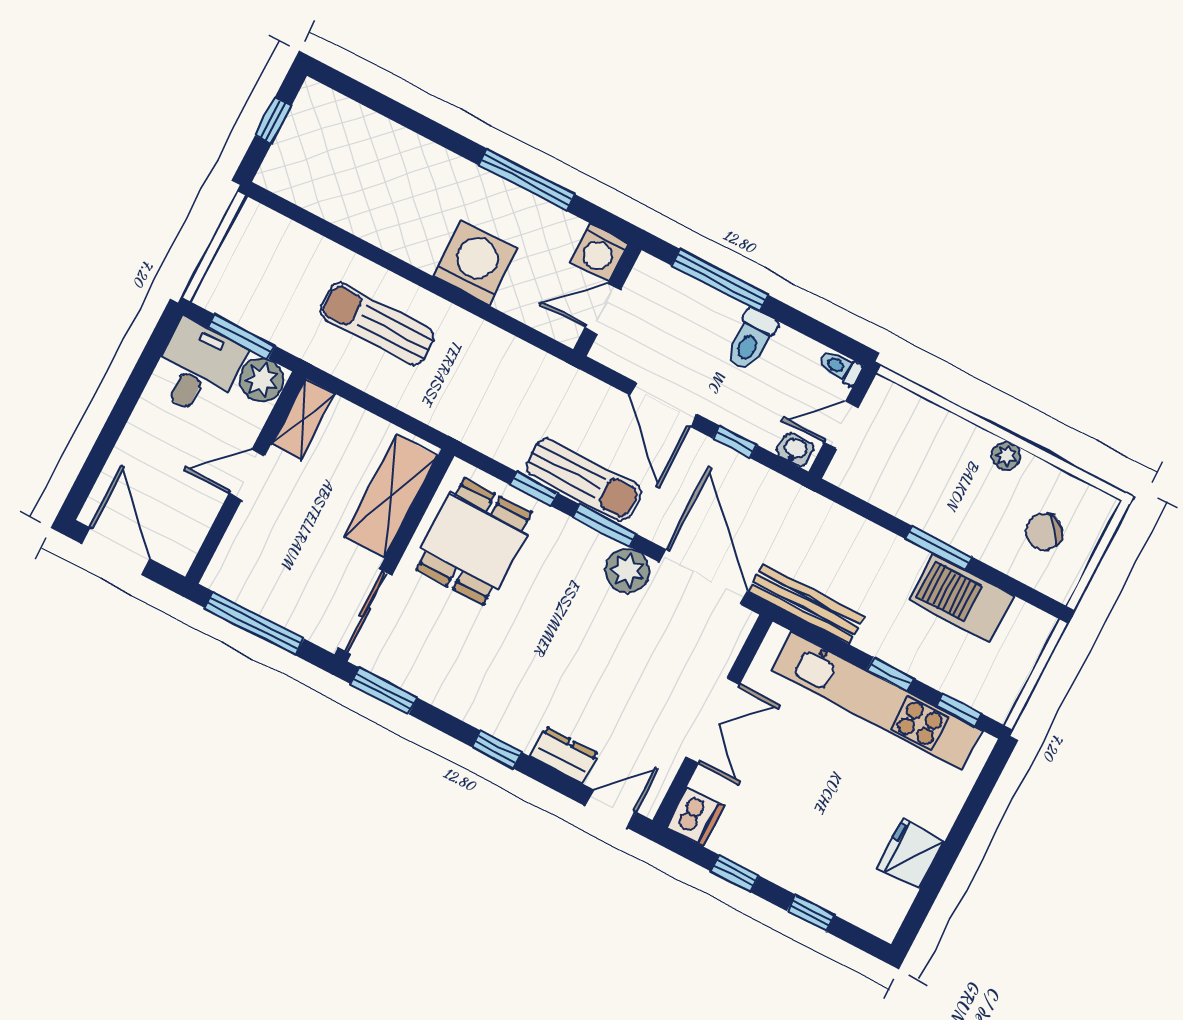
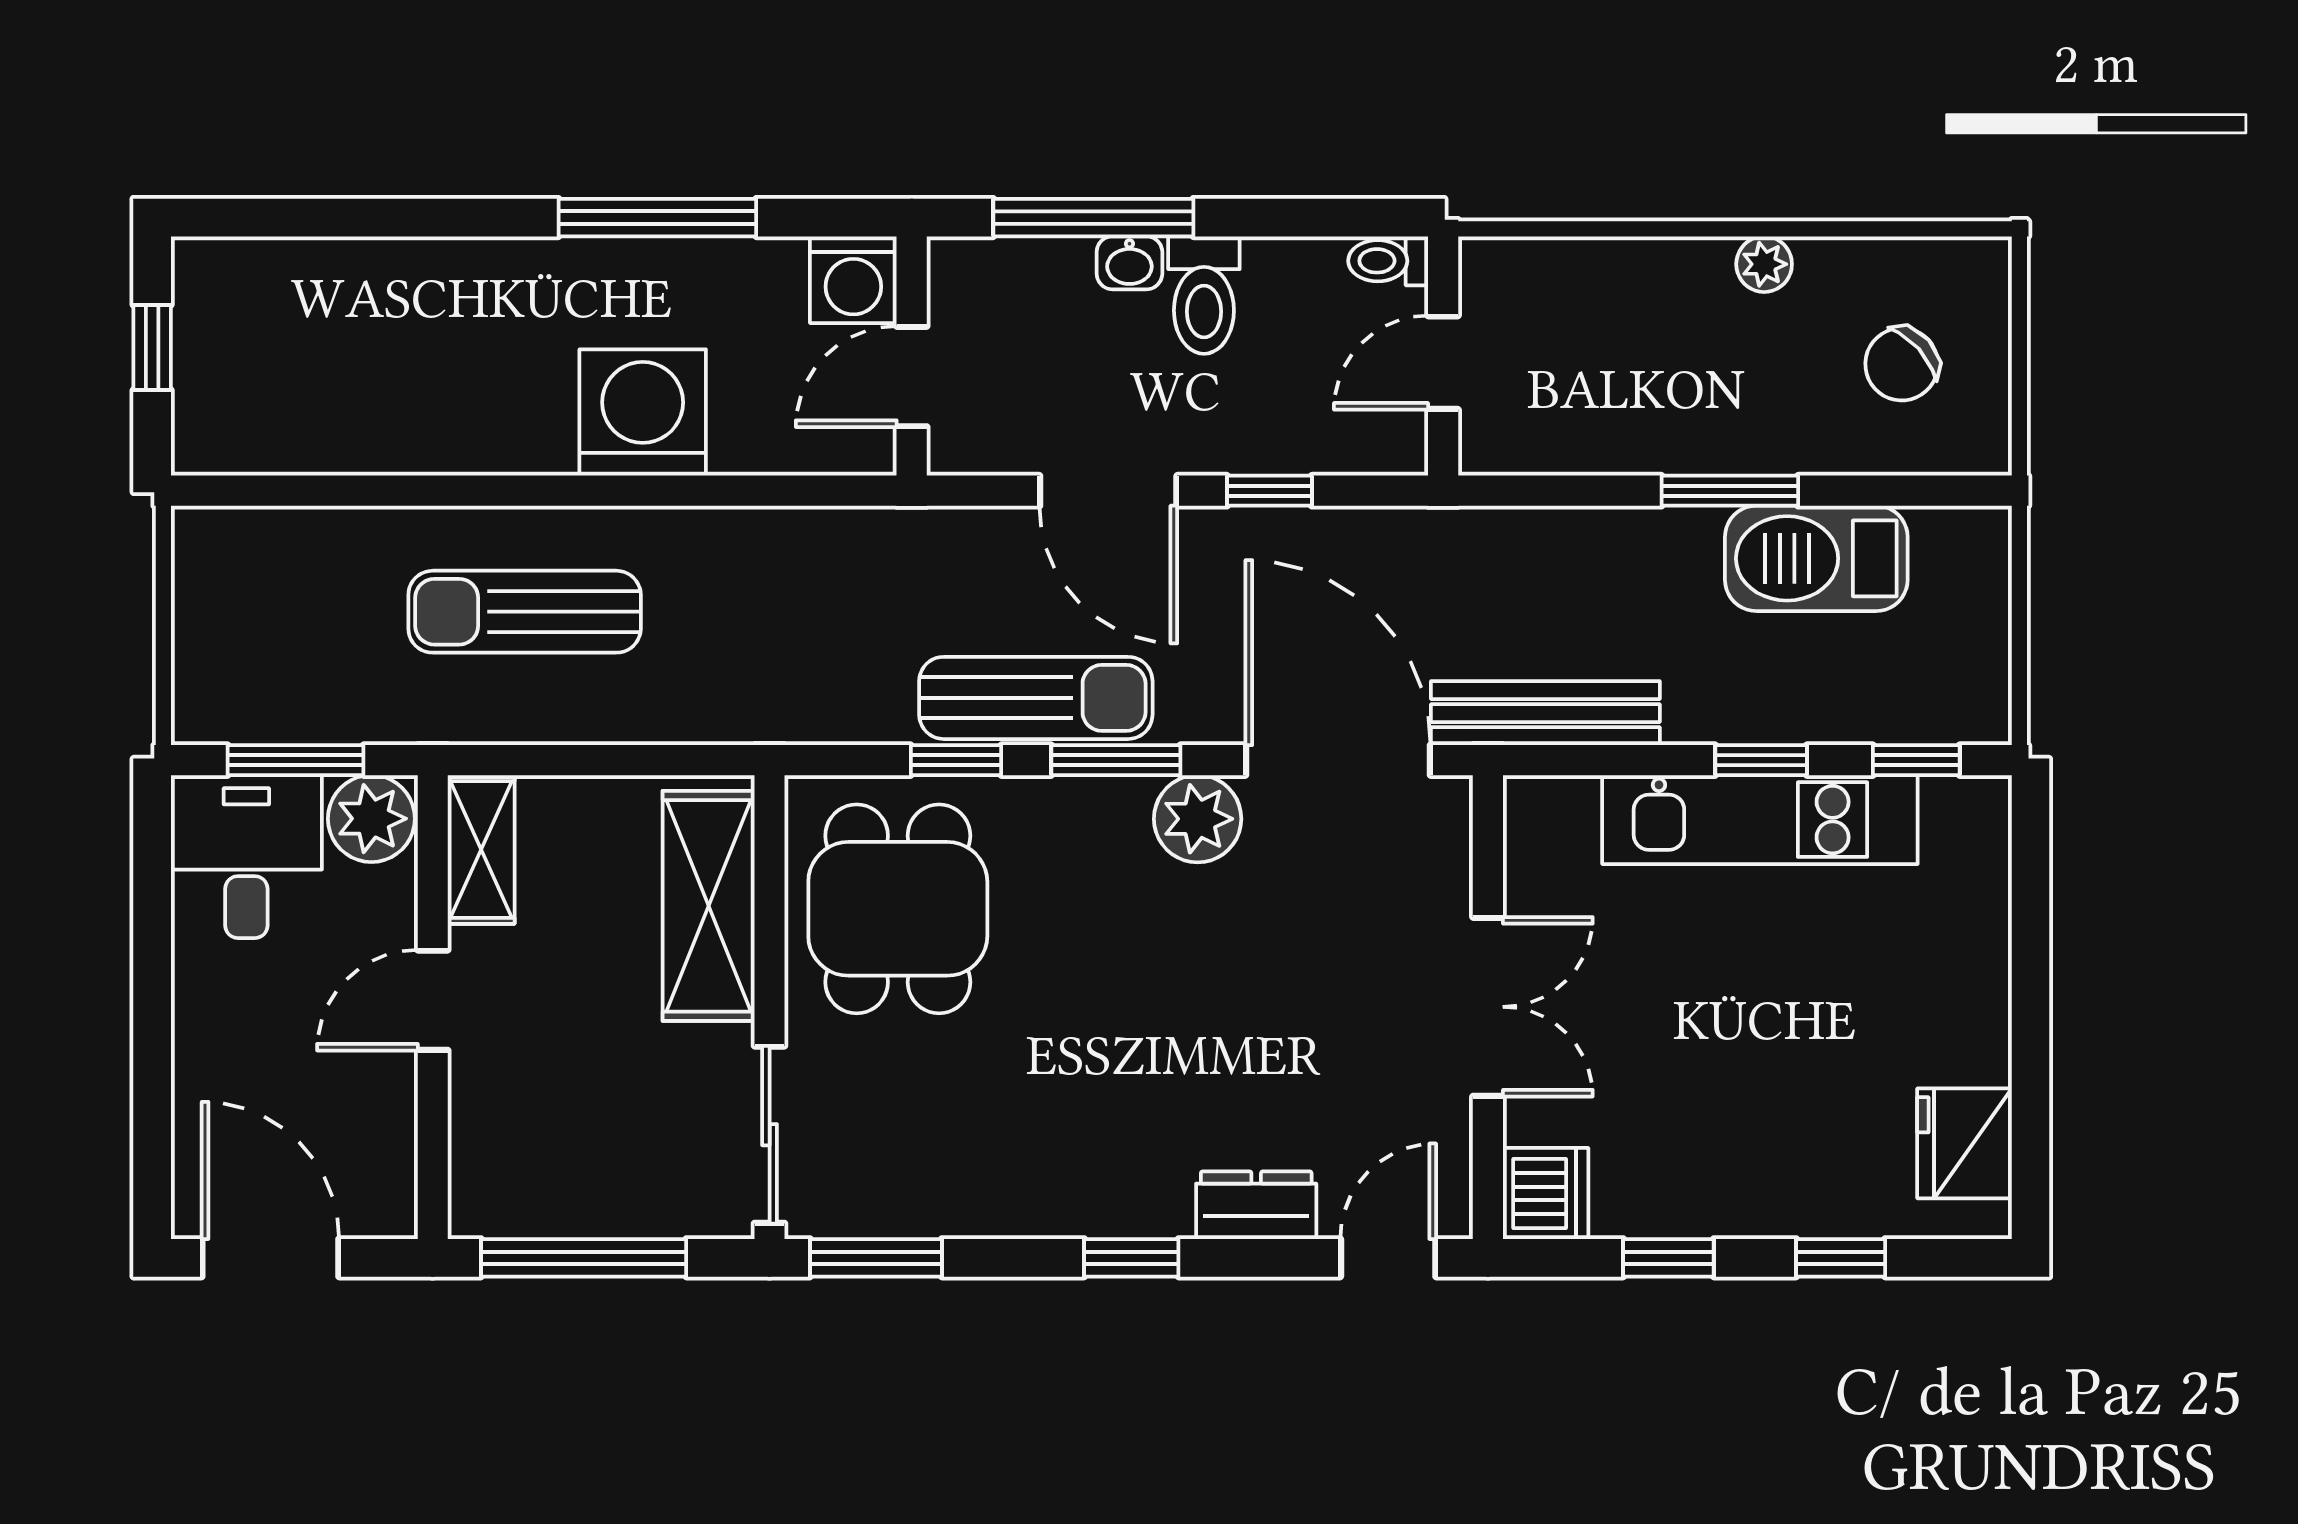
washbasin: (795, 450) -> (1129, 263), moved, turned 180
kitchen unit: (876, 700) -> (1760, 820), width x0.73
fridge: (911, 854) -> (1964, 1143), moved

